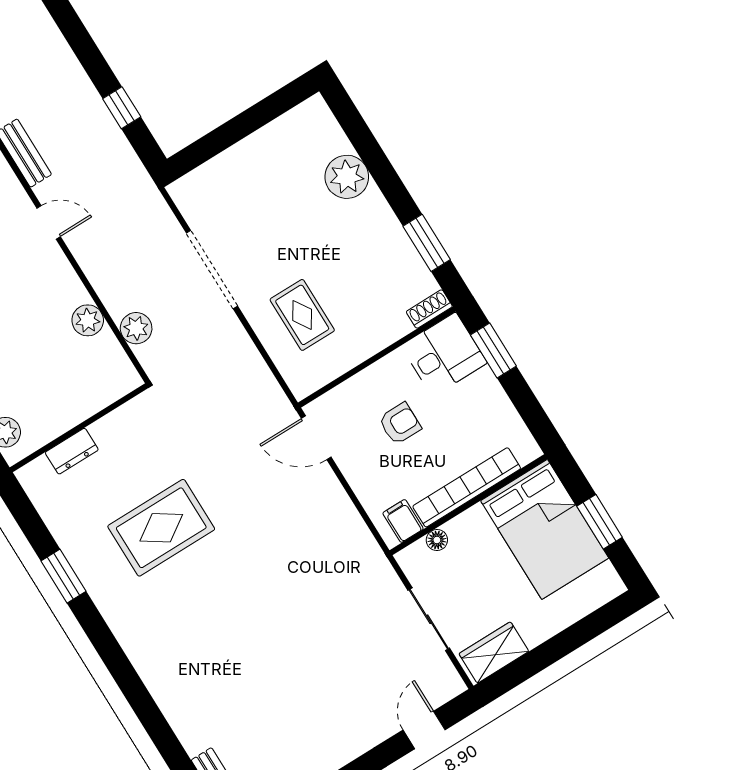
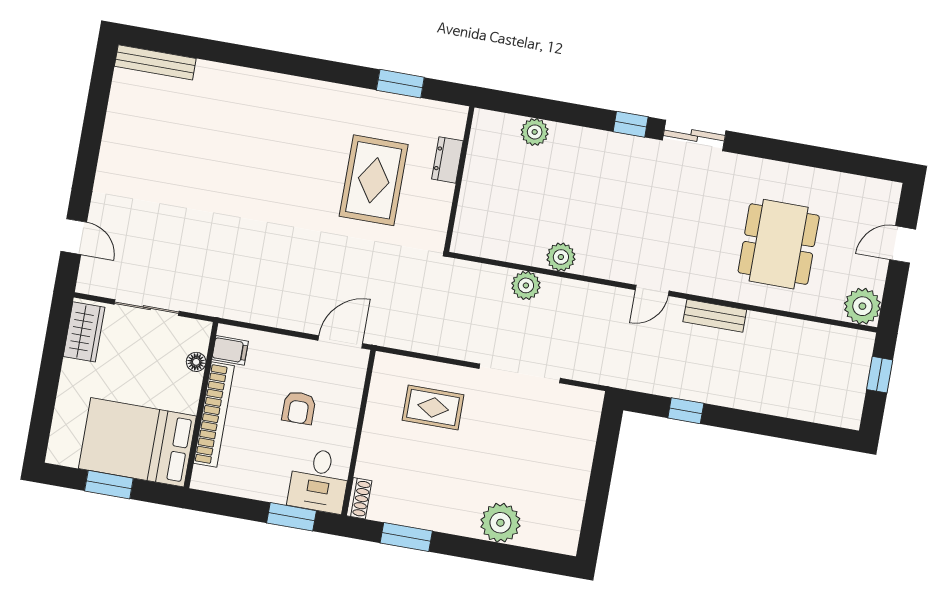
wall: (79, 428) -> (459, 179), moved
dresser: (72, 451) -> (447, 160), moved

